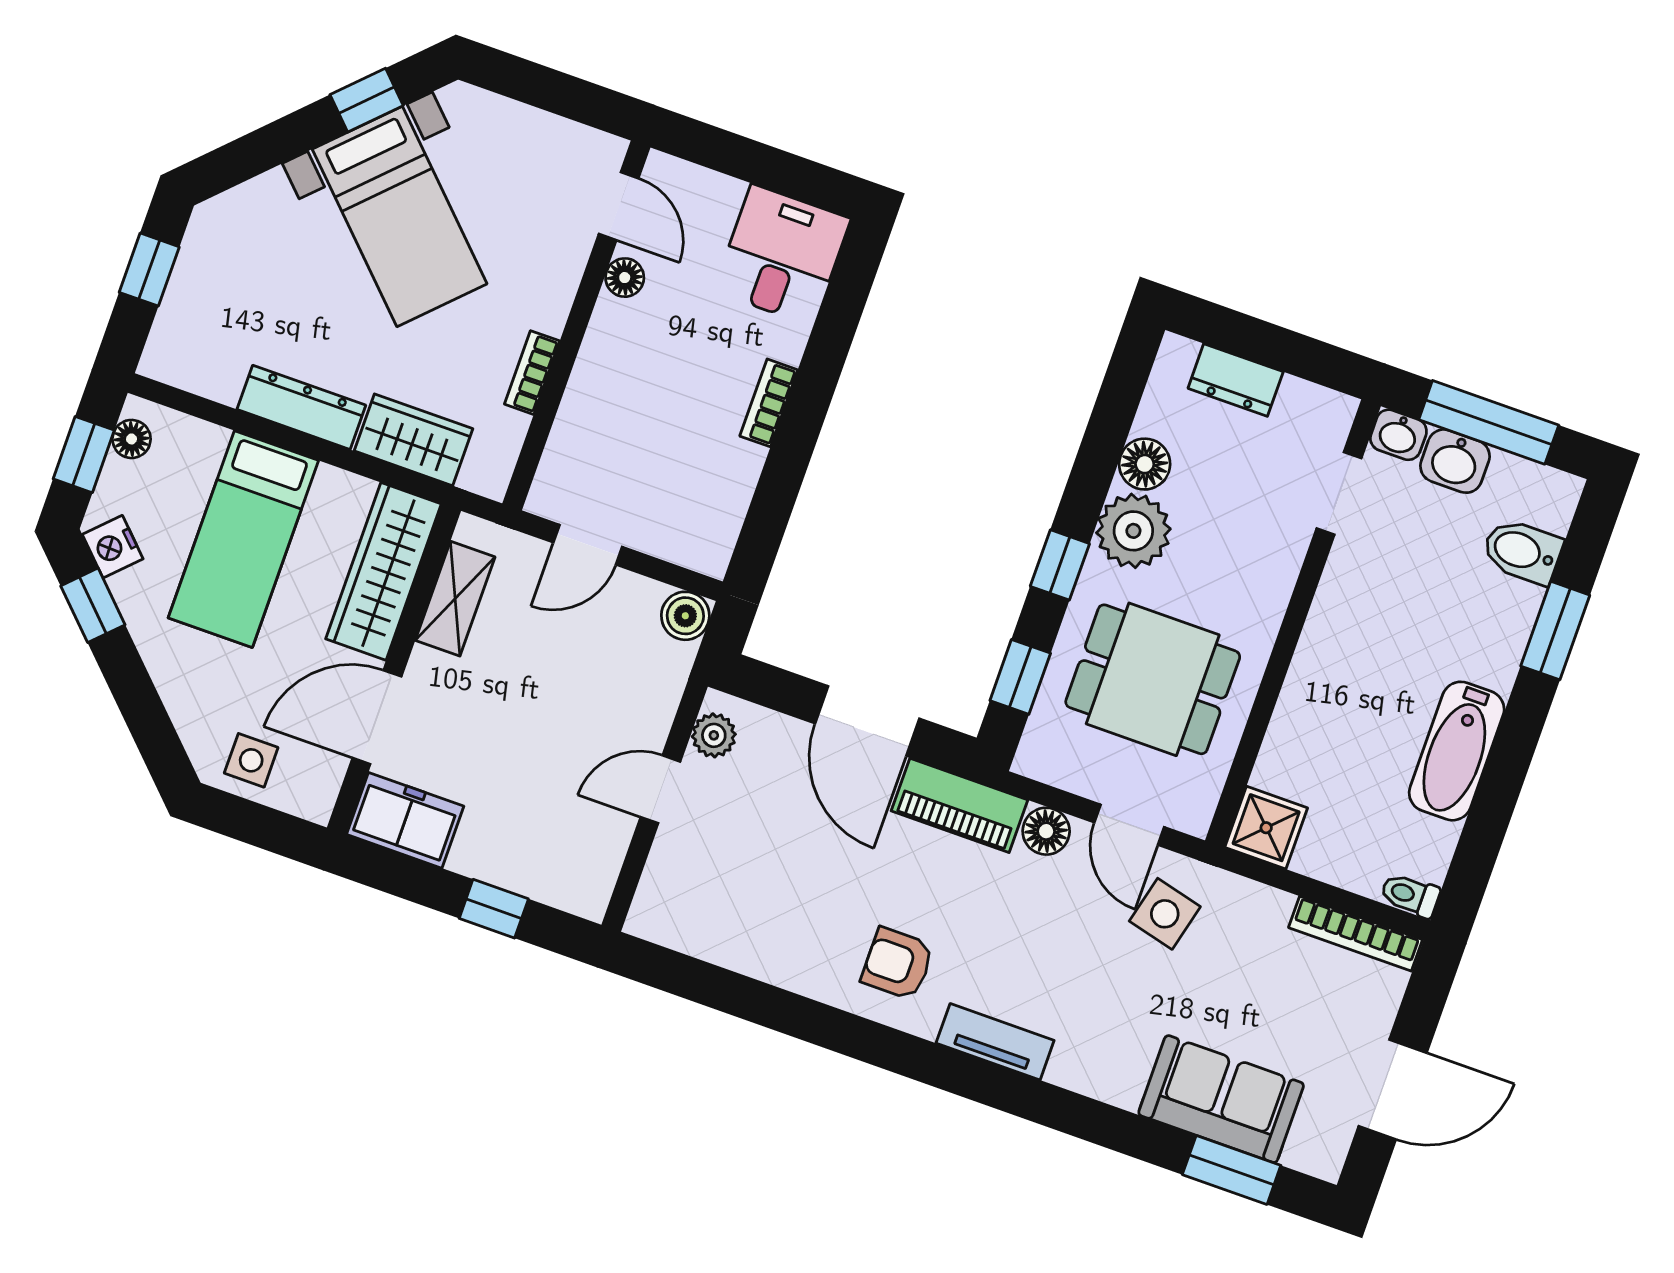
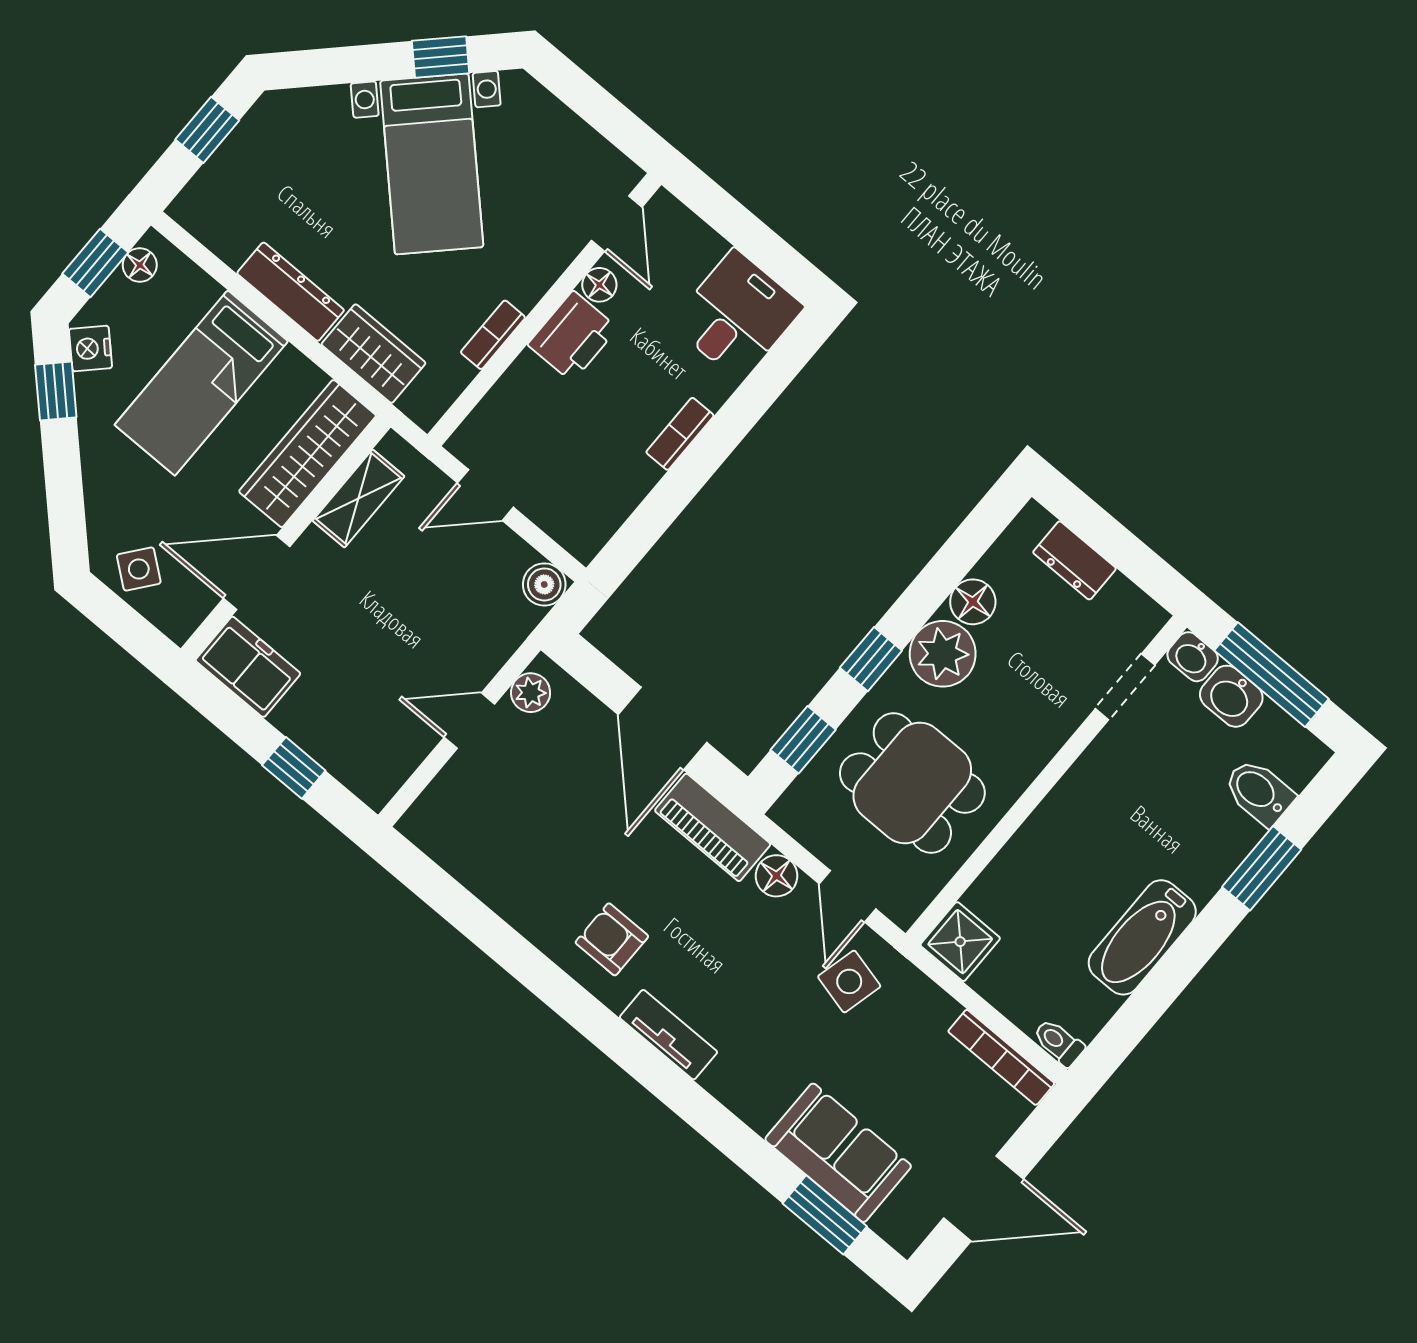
printer: (617, 343) -> (573, 336), added
side table: (251, 760) -> (139, 569), turned 38

